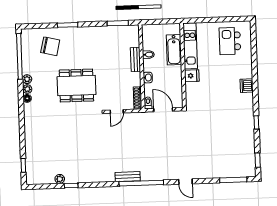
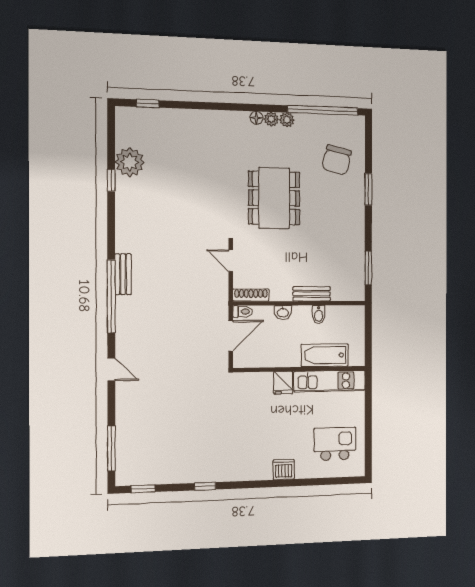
dishwasher: (247, 86) -> (284, 470), moved
plant: (60, 179) -> (130, 162), width x1.88, depth x1.88
door: (185, 182) -> (111, 369), swing flipped

